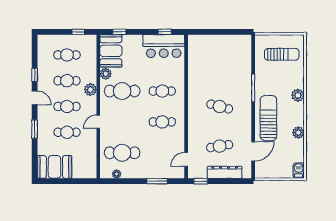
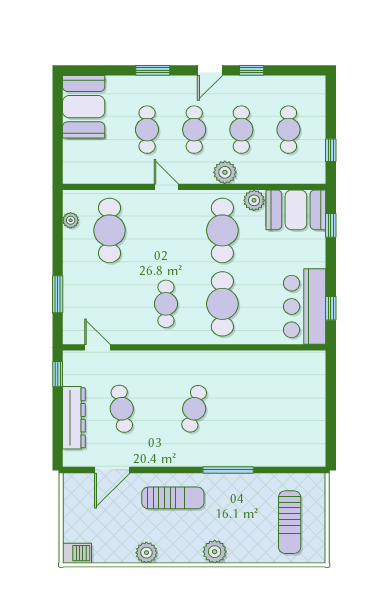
cafe table: (162, 91) -> (222, 304), width x1.37, depth x1.35
sun lounger: (268, 118) -> (173, 498), width x0.73, depth x0.75
door: (253, 151) -> (112, 470), hinge flipped

